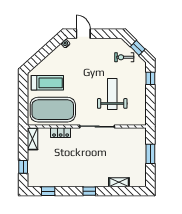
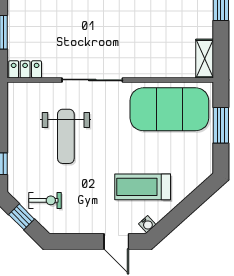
treadmill: (47, 83) -> (143, 187), moved
window: (23, 100) -> (221, 125), added
locker: (61, 133) -> (25, 69), moved

